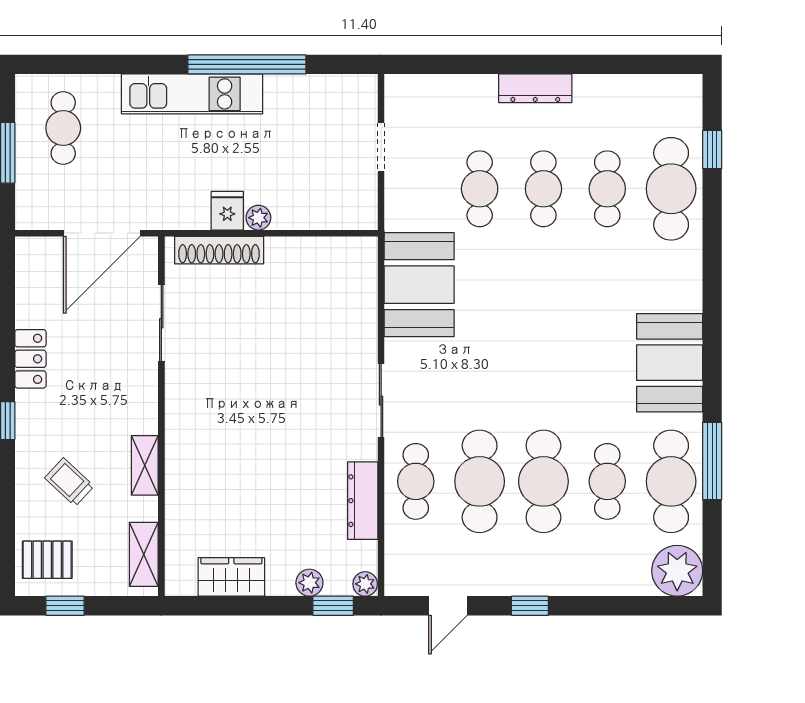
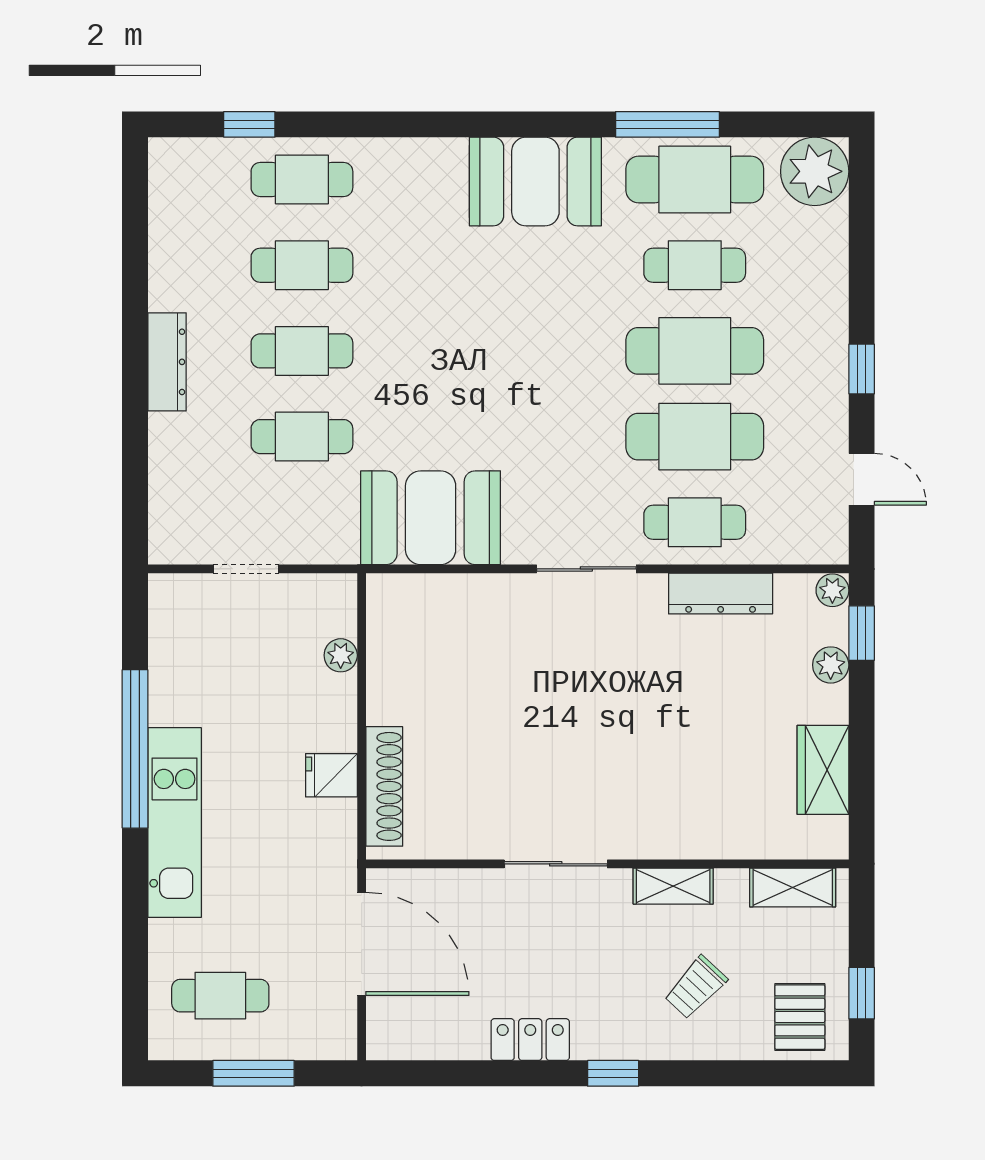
cafe table: (671, 189) -> (302, 179), width x0.73, depth x0.74
plant: (258, 218) -> (341, 655), moved
sliding door: (161, 323) -> (556, 864), moved

